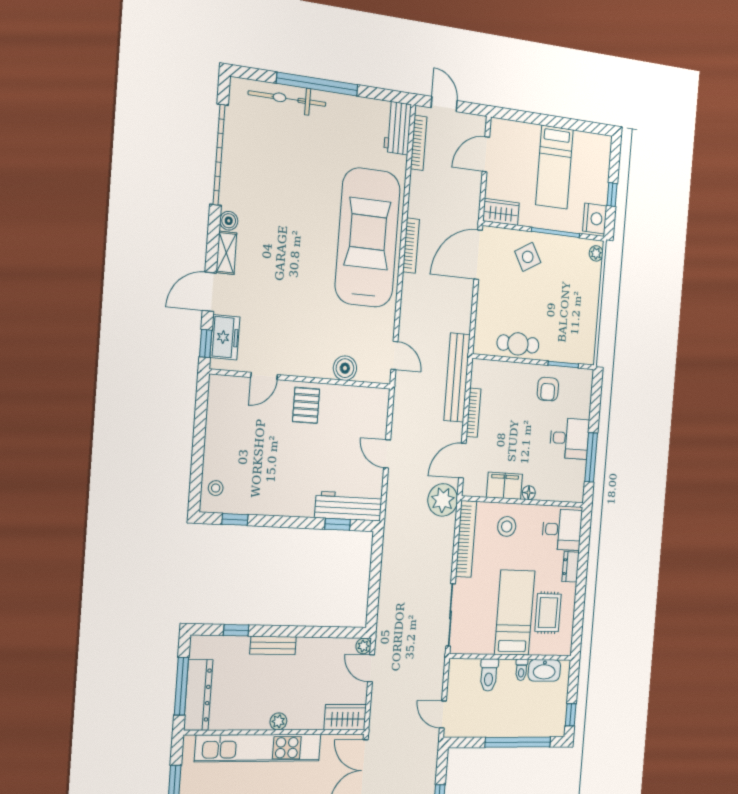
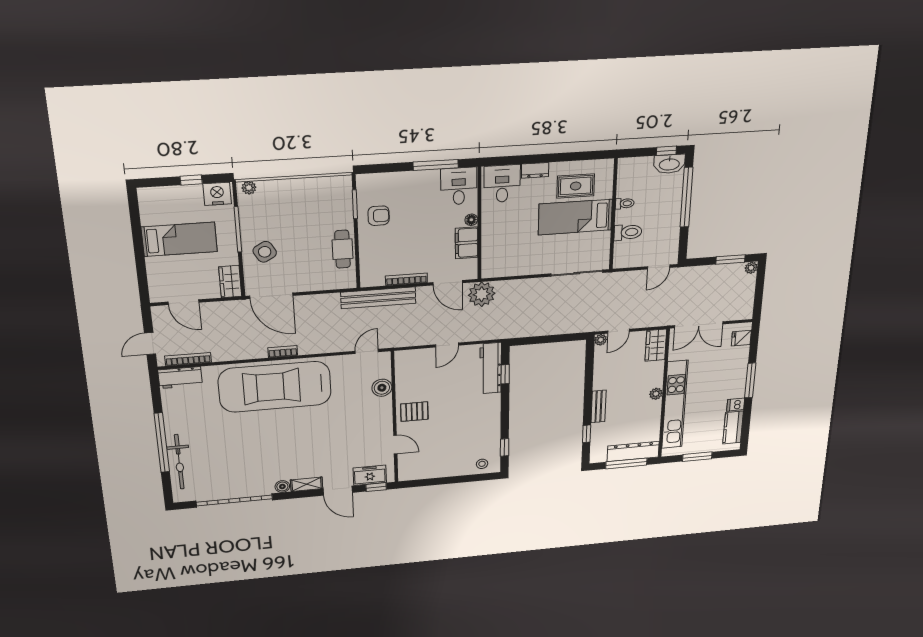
bookcase: (411, 246) -> (283, 352), width x0.64
desk: (569, 438) -> (459, 186), moved
stool: (507, 526) -> (501, 235), removed
bookcase: (466, 539) -> (513, 270), removed
washbasin: (544, 670) -> (669, 164), moved, turned 90

